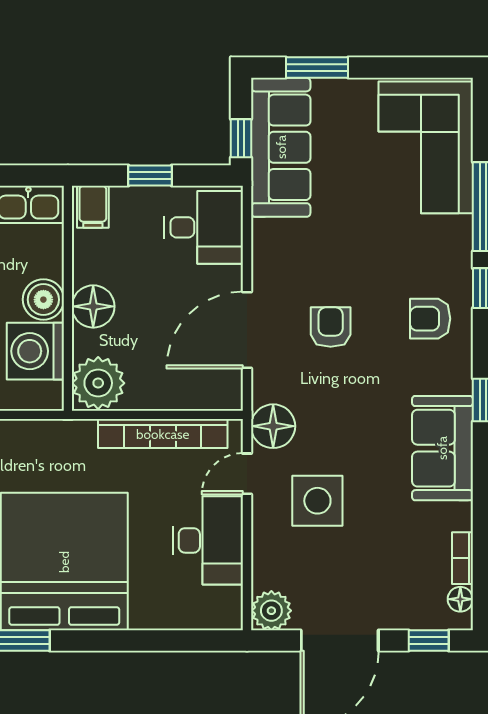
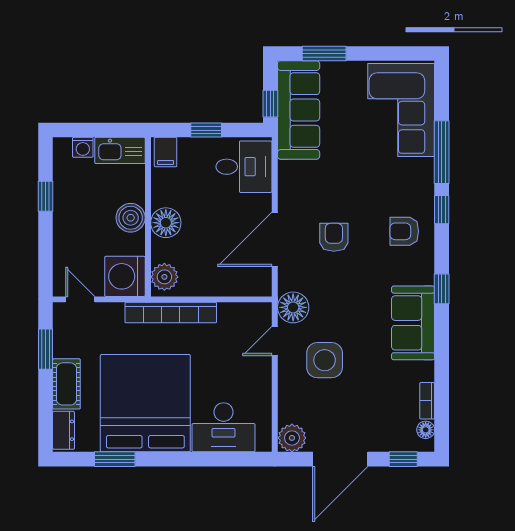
washing machine: (35, 351) -> (125, 276), moved
plant: (98, 383) -> (164, 277), width x0.73, depth x0.73
bookcase: (163, 434) -> (171, 313), moved
desk: (208, 540) -> (223, 427), moved, turned 90

